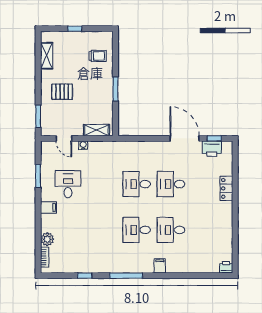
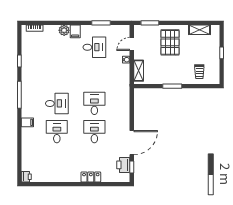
pallet: (62, 92) -> (170, 42), width x1.50, depth x1.42
desk: (137, 230) -> (57, 103), turned 90
plant: (47, 239) -> (64, 30), moved

